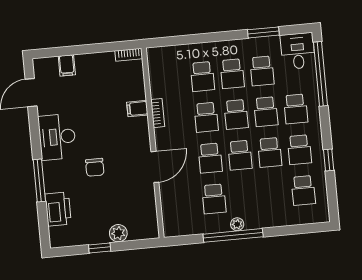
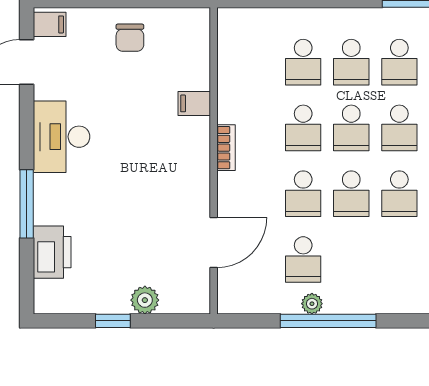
bookcase: (129, 55) -> (189, 16), removed
filing cabinet: (67, 65) -> (50, 24), moved, turned -90
bookcase: (158, 113) -> (226, 148), moved
chair: (95, 167) -> (130, 38), moved
door: (155, 167) -> (214, 242), moved
plant: (237, 224) -> (312, 304), moved

